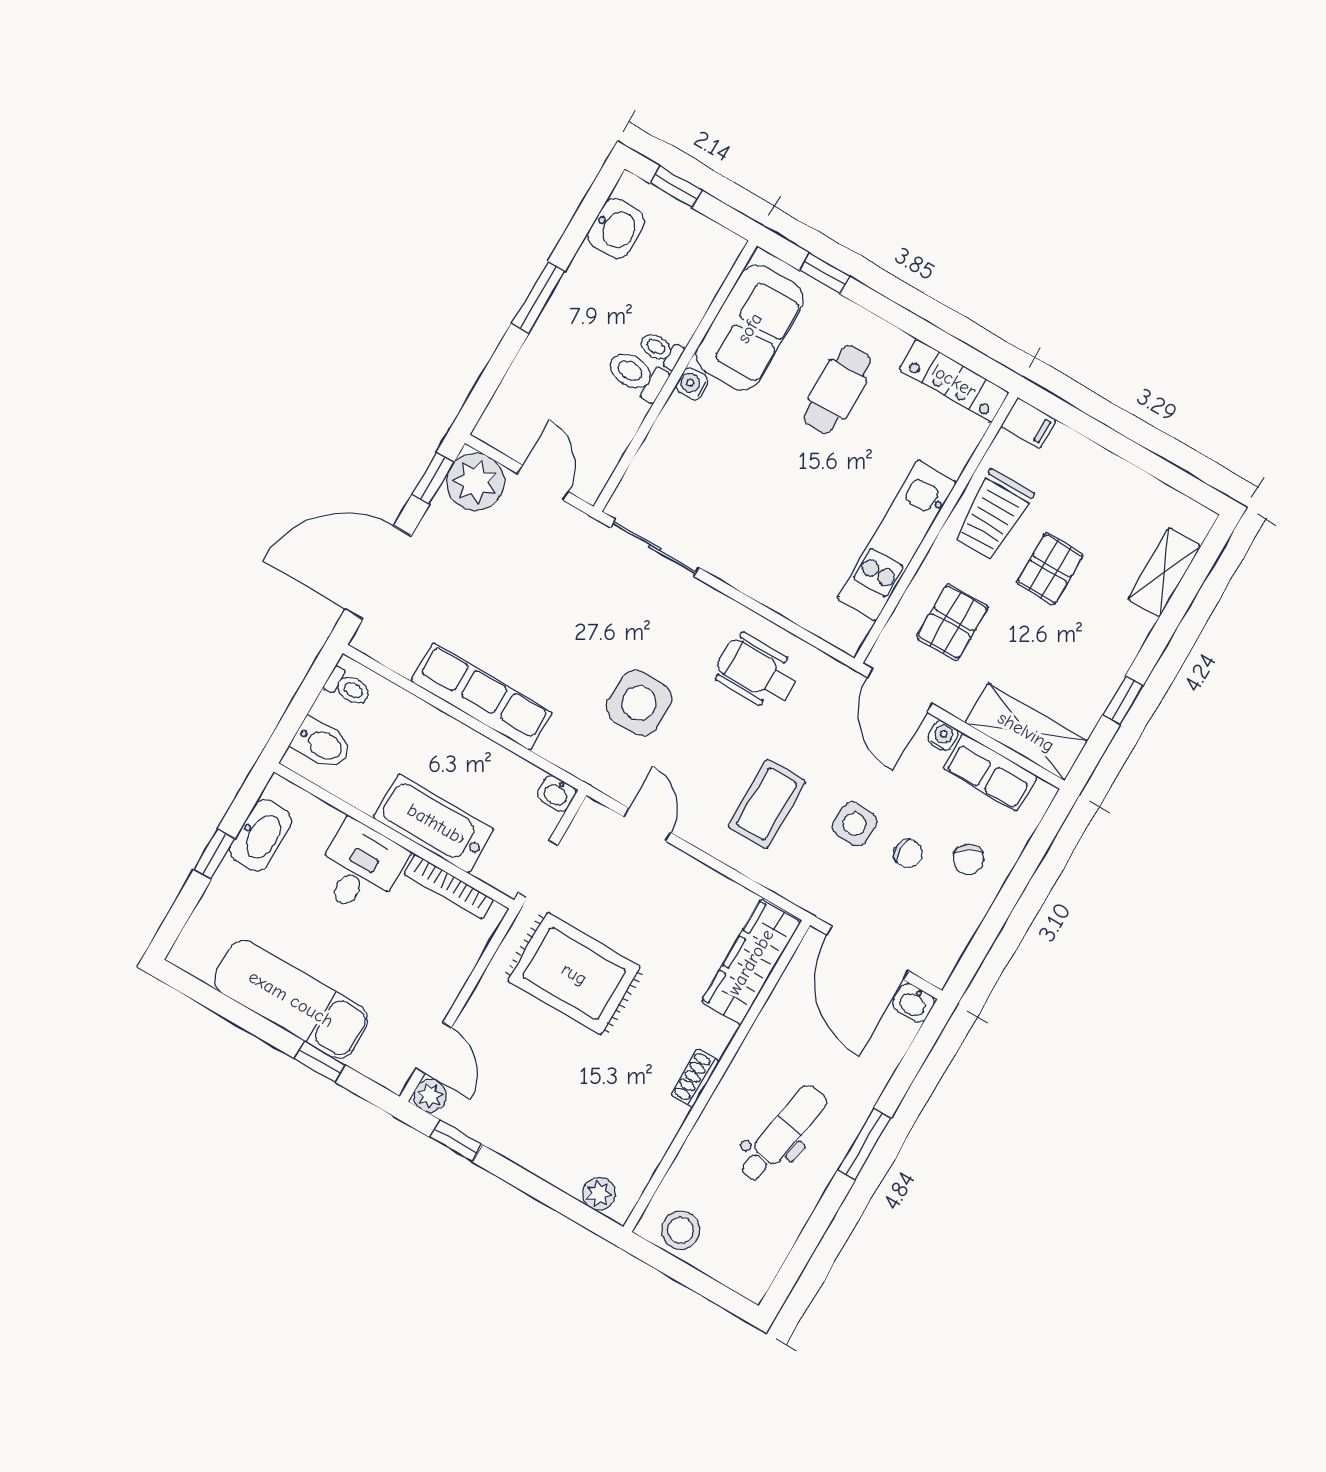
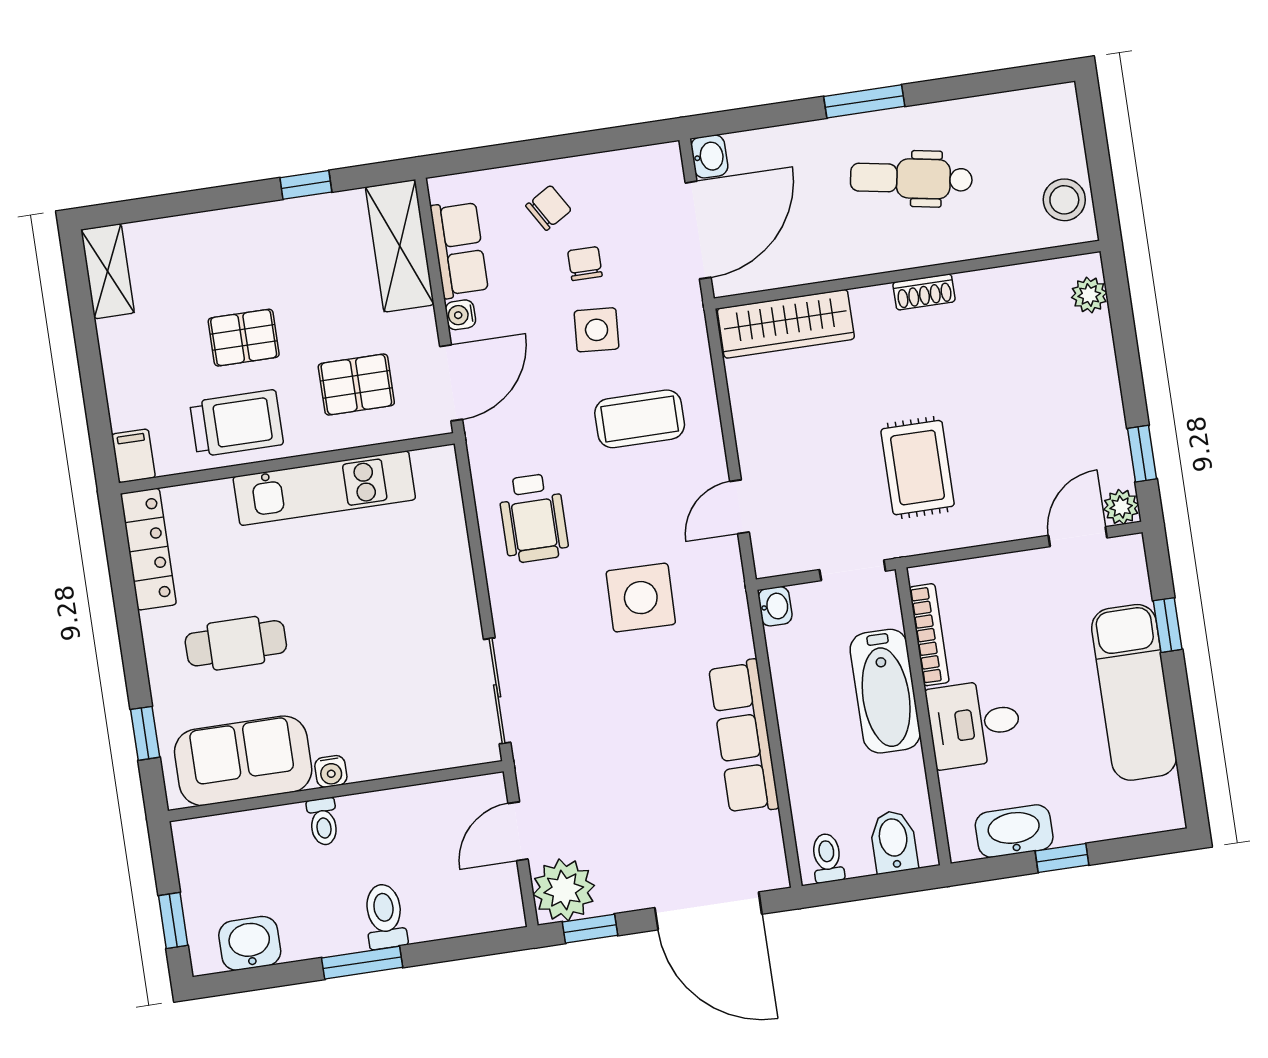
toilet: (637, 375) -> (385, 916), moved, turned 180
shelving: (1164, 572) -> (108, 271), moved, turned 90
rug: (574, 974) -> (918, 468), width x0.73, depth x0.70

